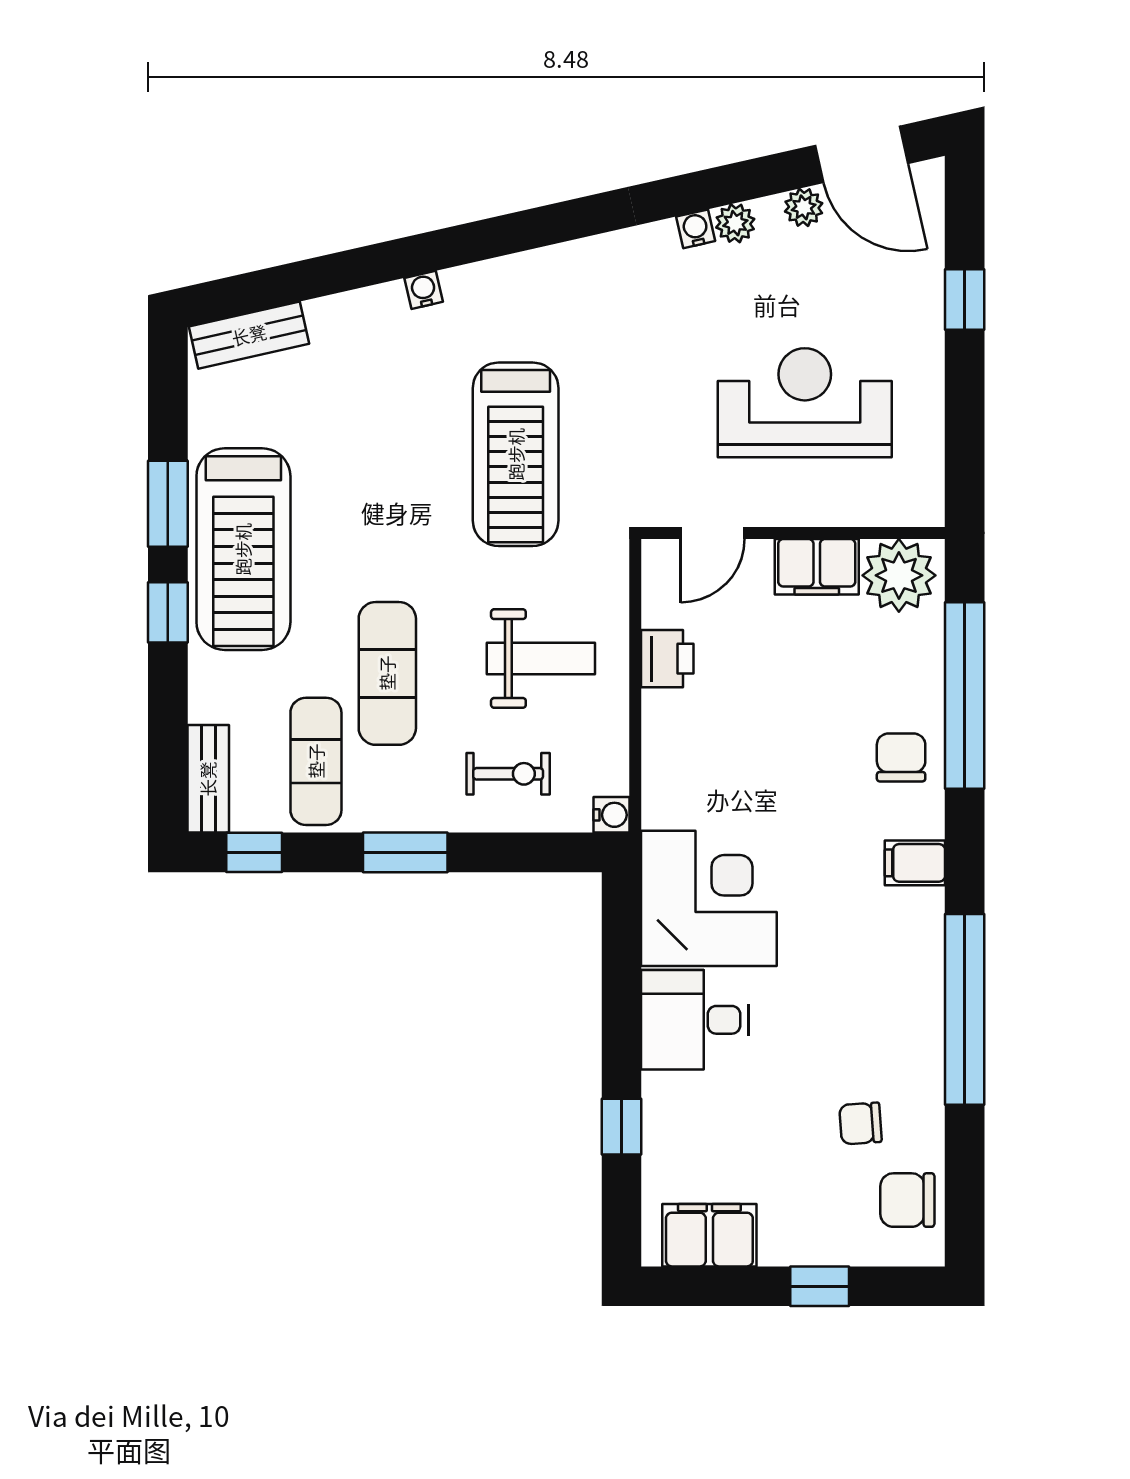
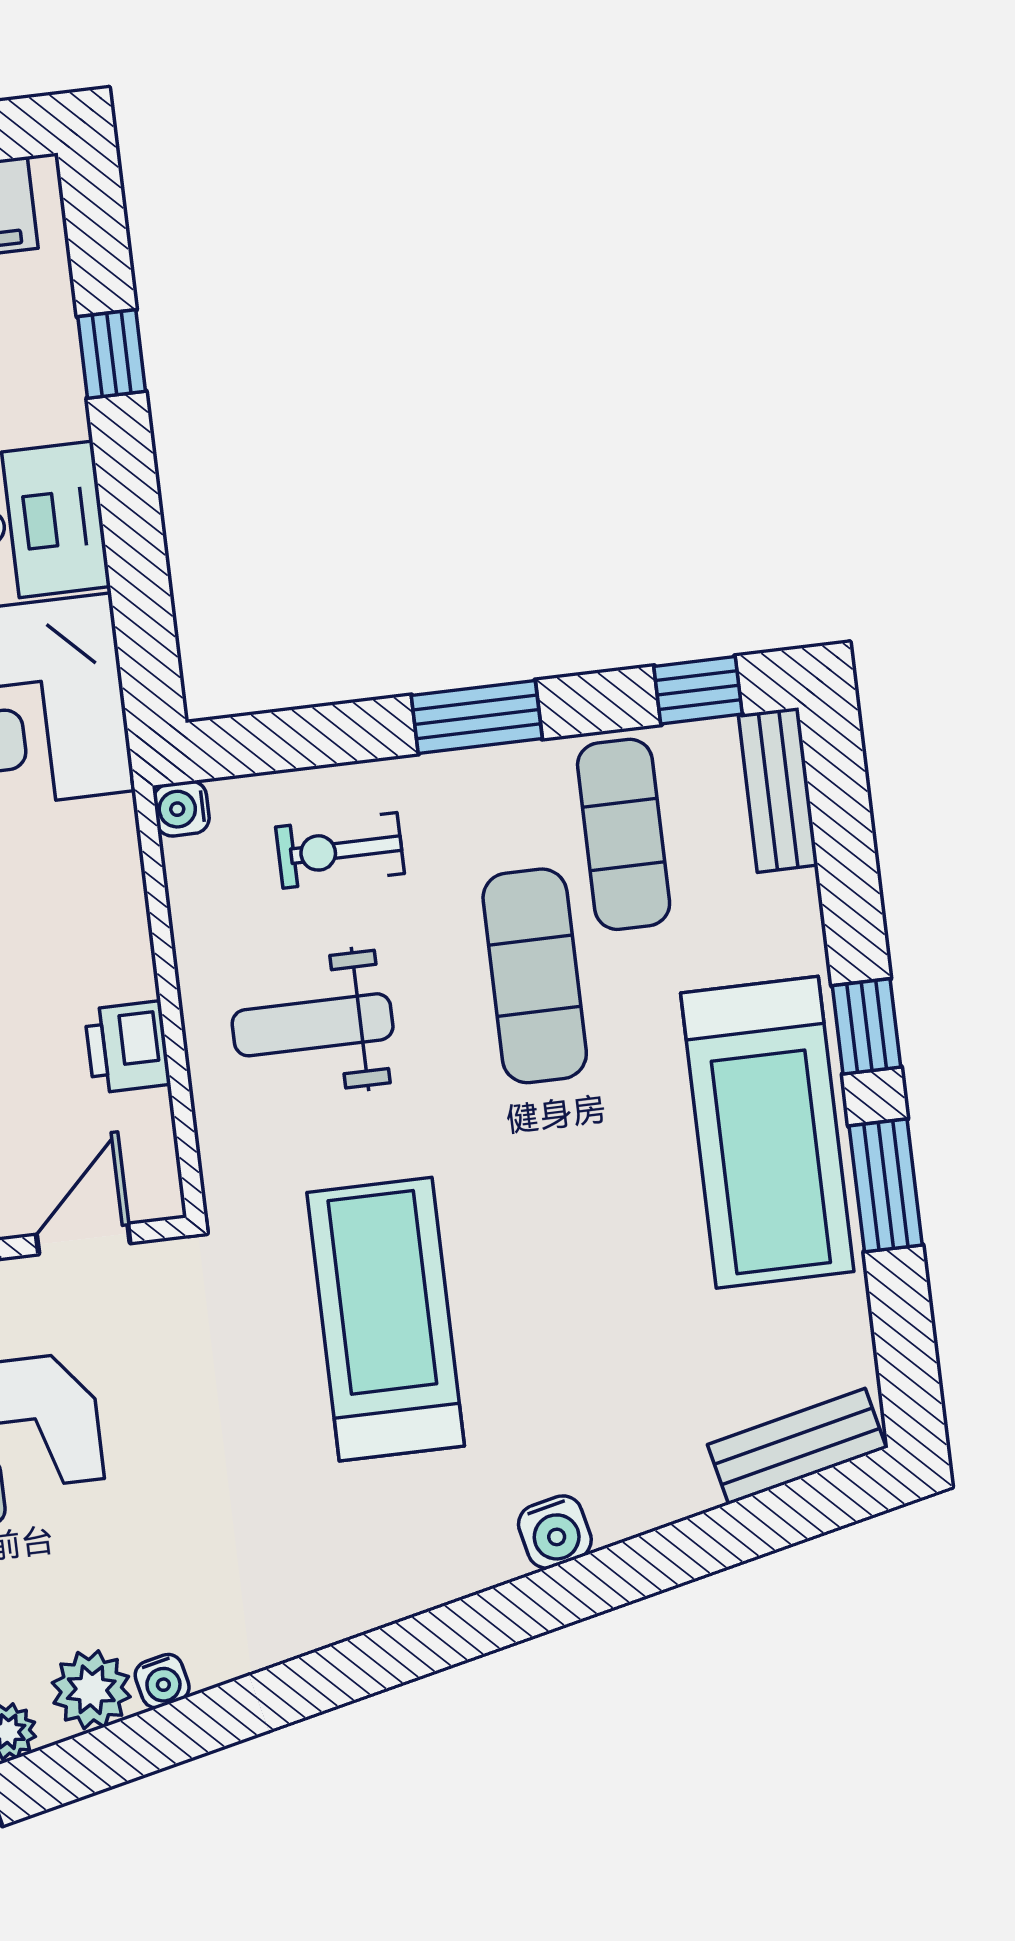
plant: (735, 223) -> (91, 1690), width x1.38, depth x1.38
water cooler: (424, 290) -> (555, 1532), width x1.38, depth x1.38
treadmill: (243, 549) -> (767, 1132), turned 180

